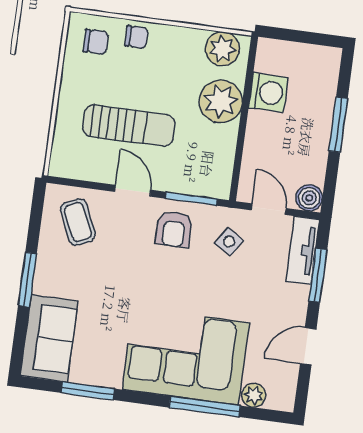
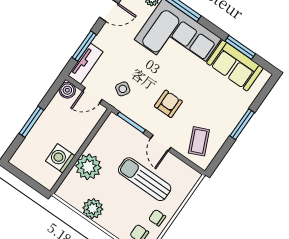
chair: (136, 37) -> (157, 218), moved
plant: (222, 49) -> (93, 209), moved
door: (269, 209) -> (92, 95), hinge flipped
armchair: (174, 229) -> (168, 104), moved
sofa: (49, 338) -> (235, 65), moved, turned -90

